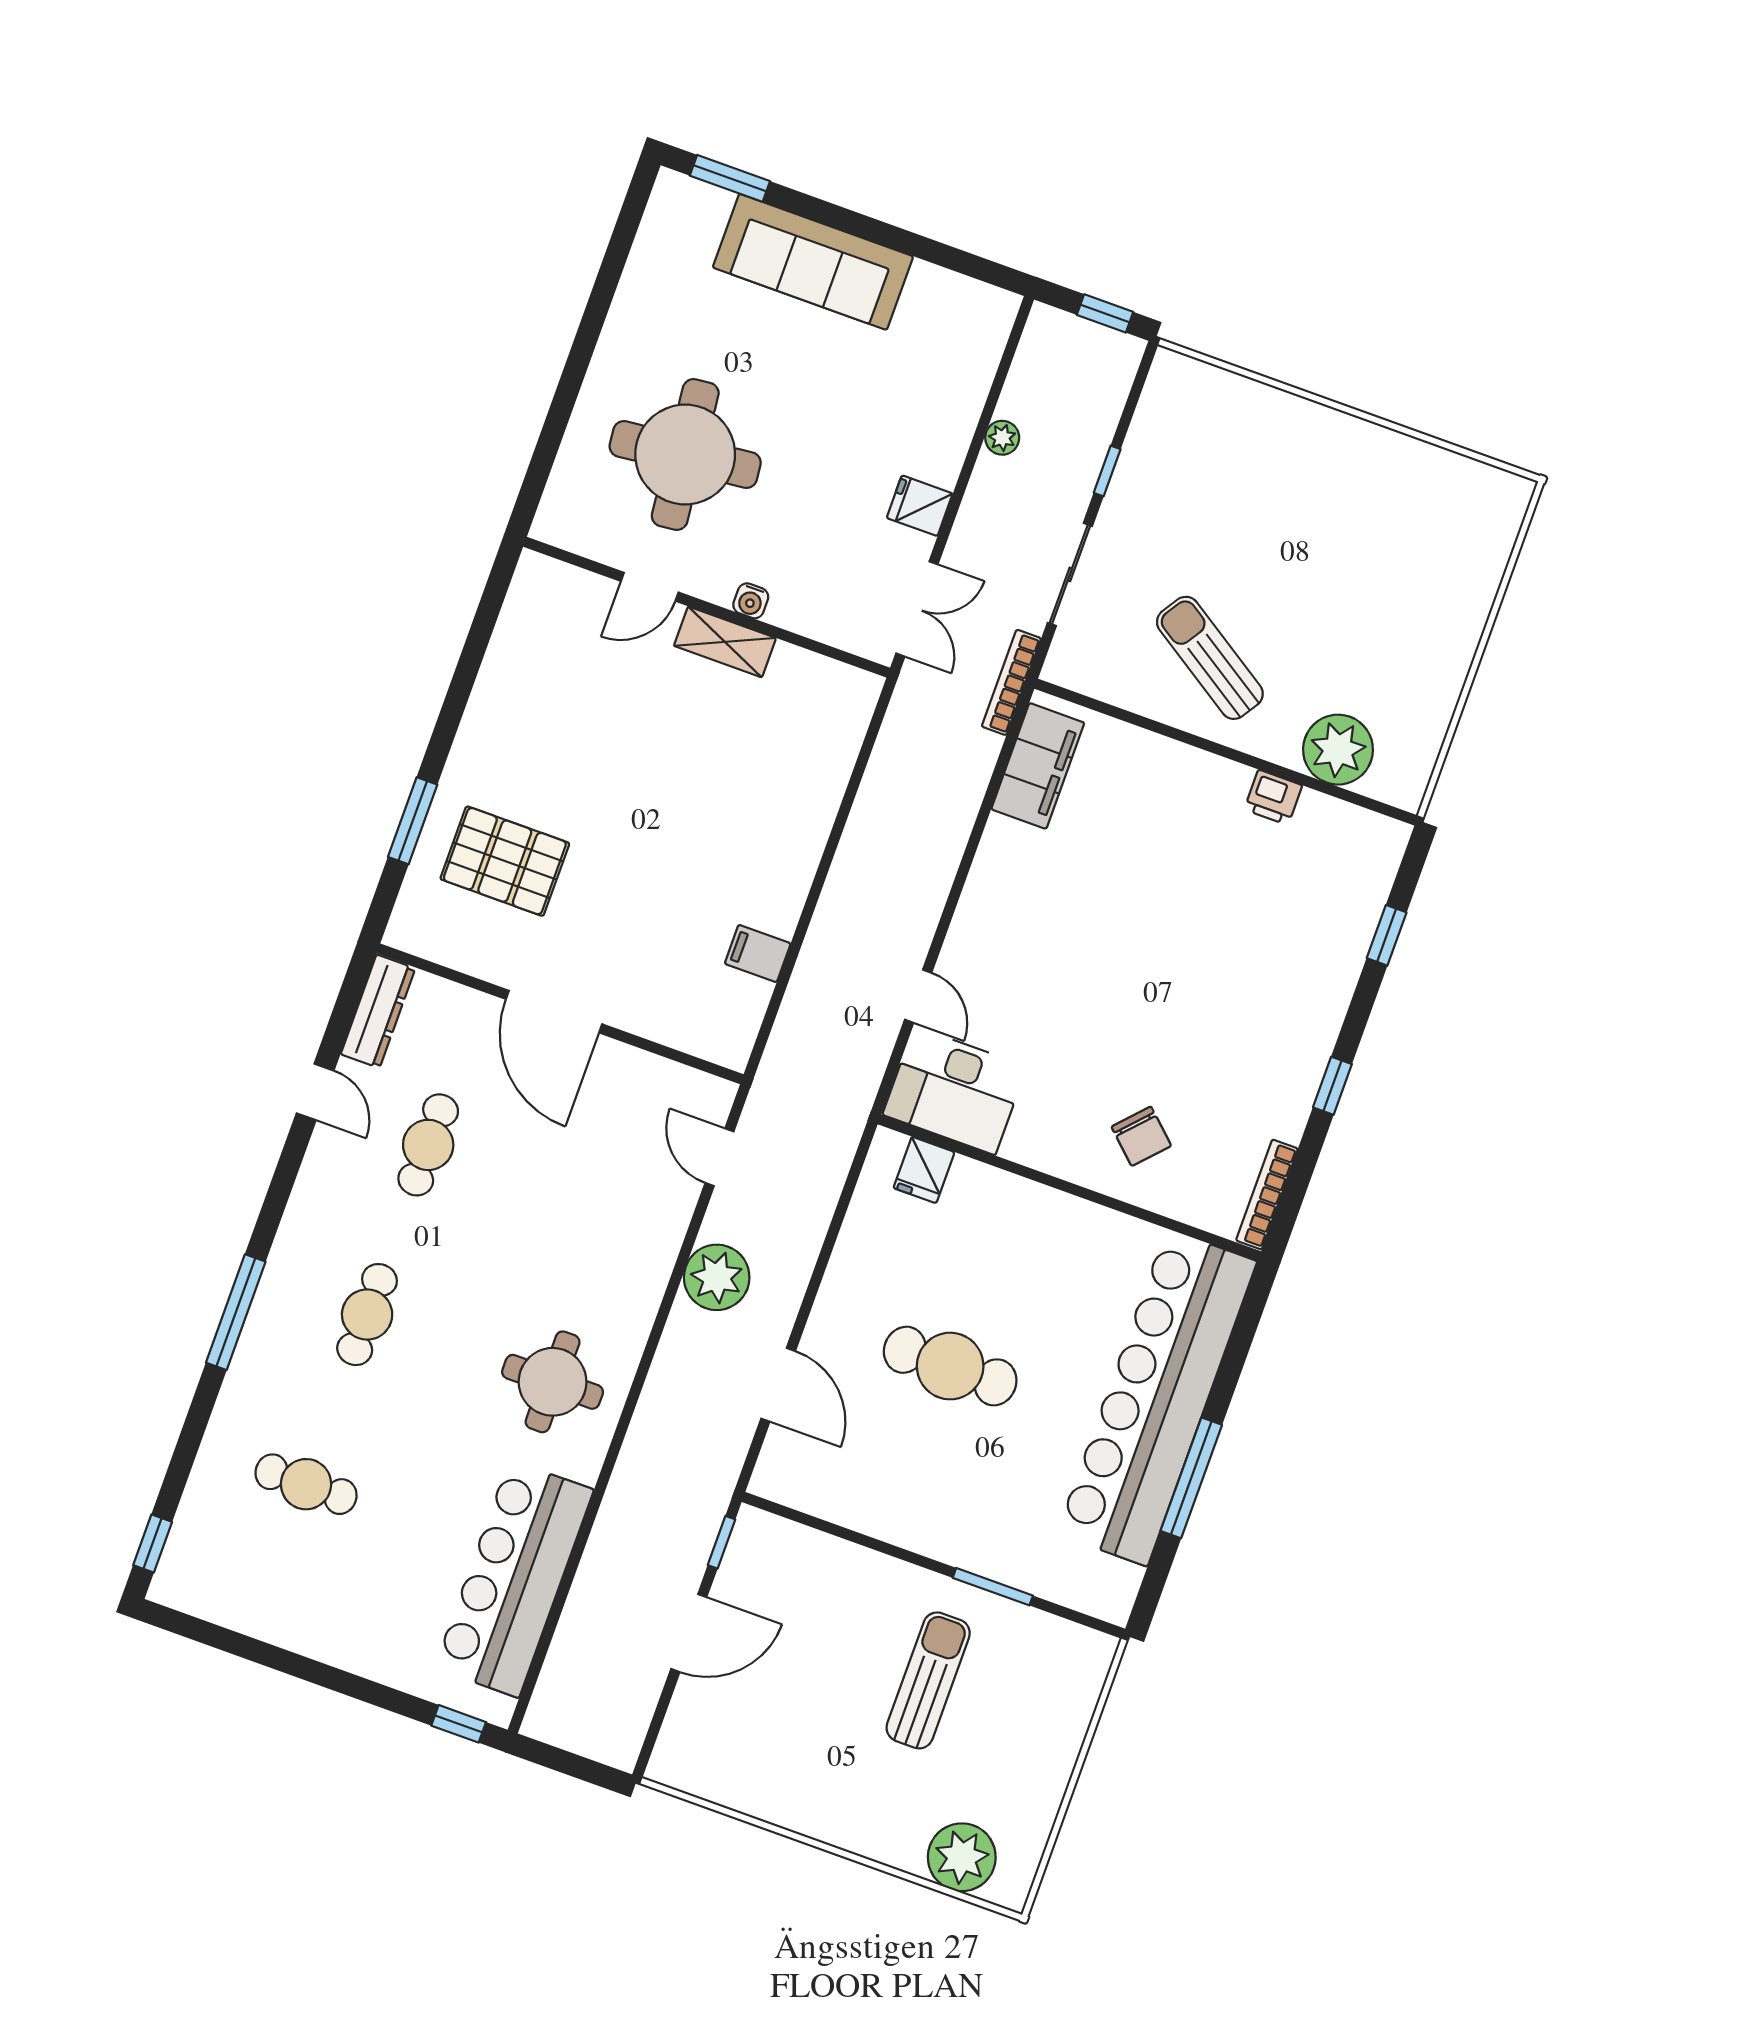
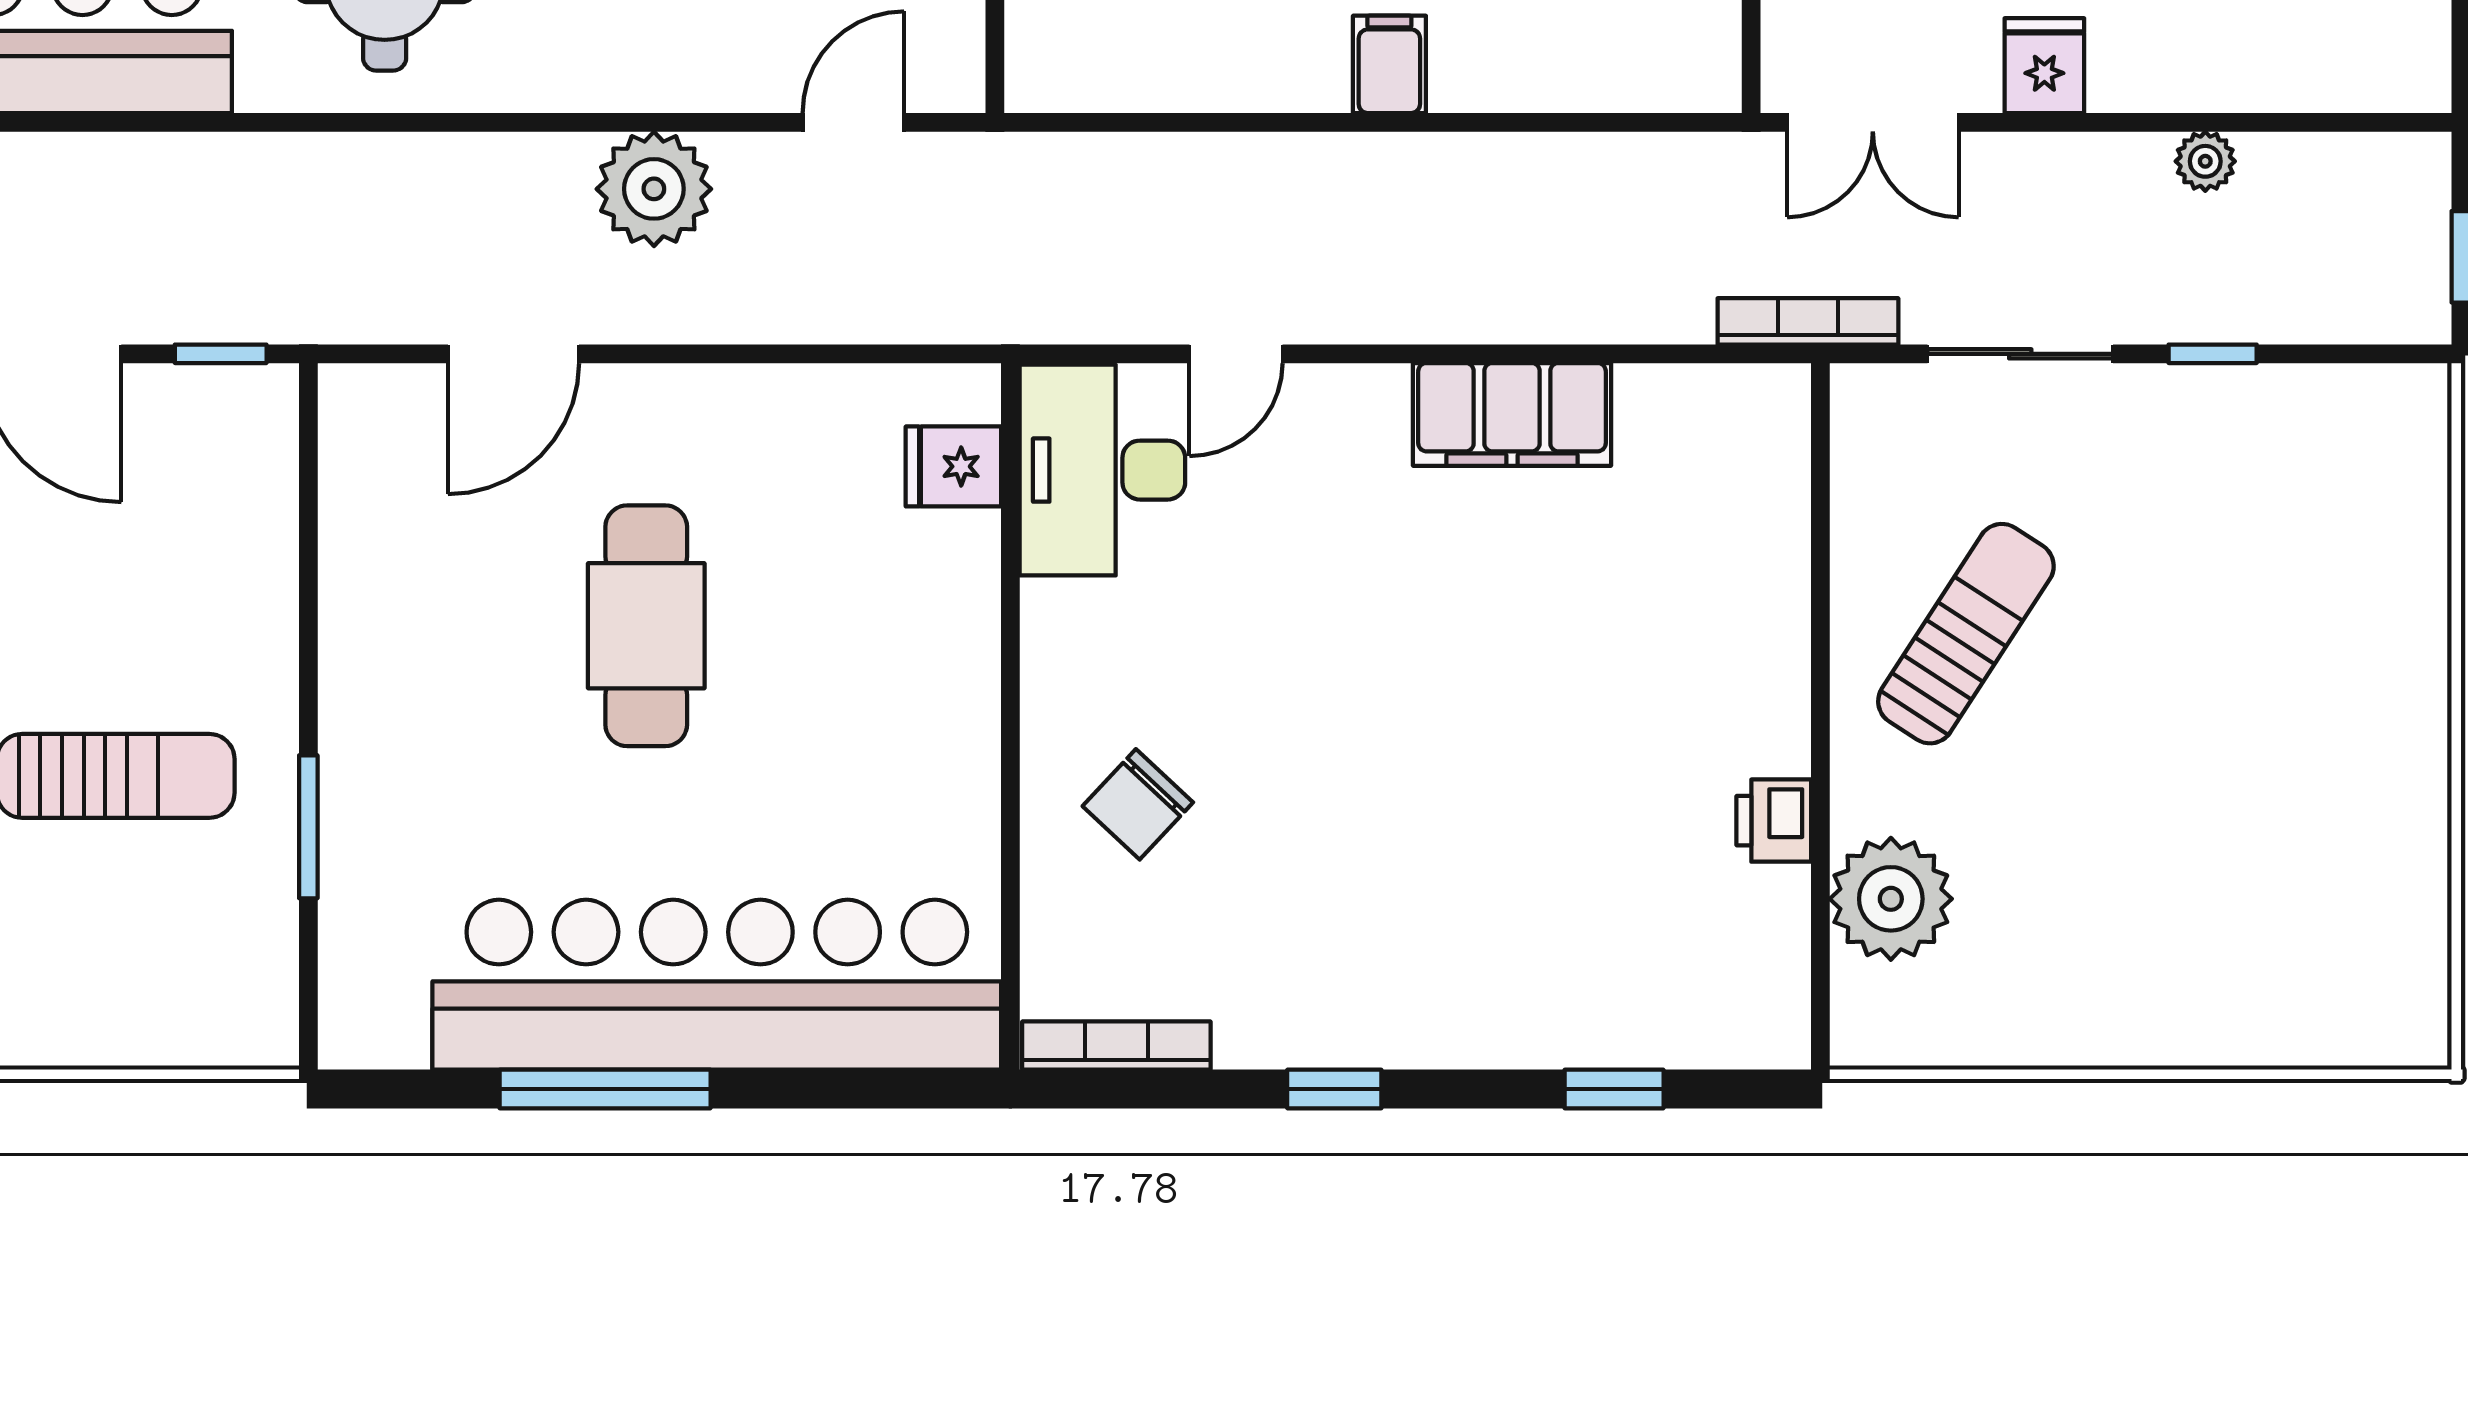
filing cabinet: (1038, 766) -> (1512, 414), moved
filing cabinet: (758, 953) -> (1389, 64), moved

